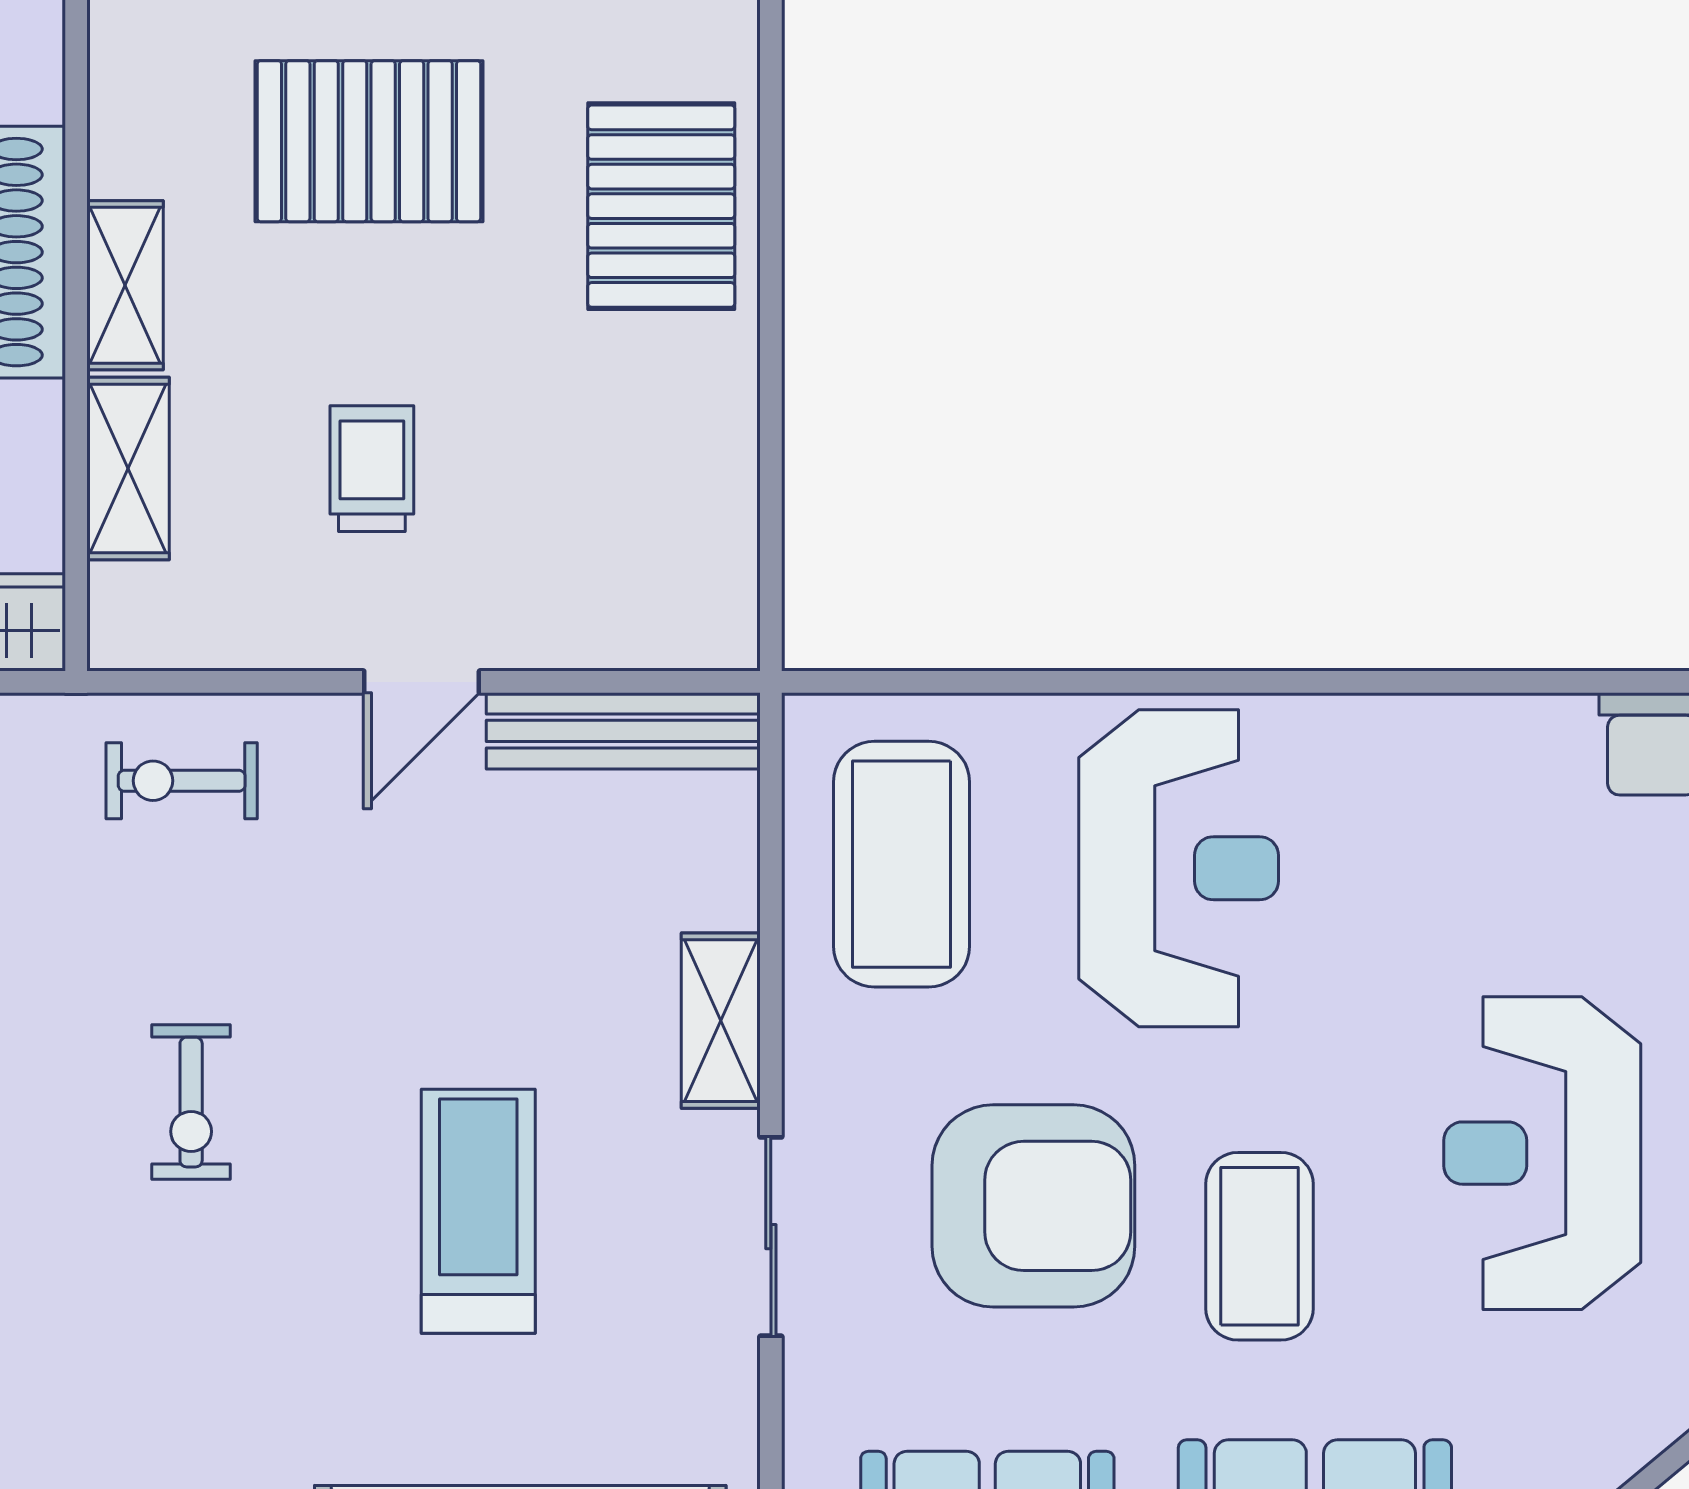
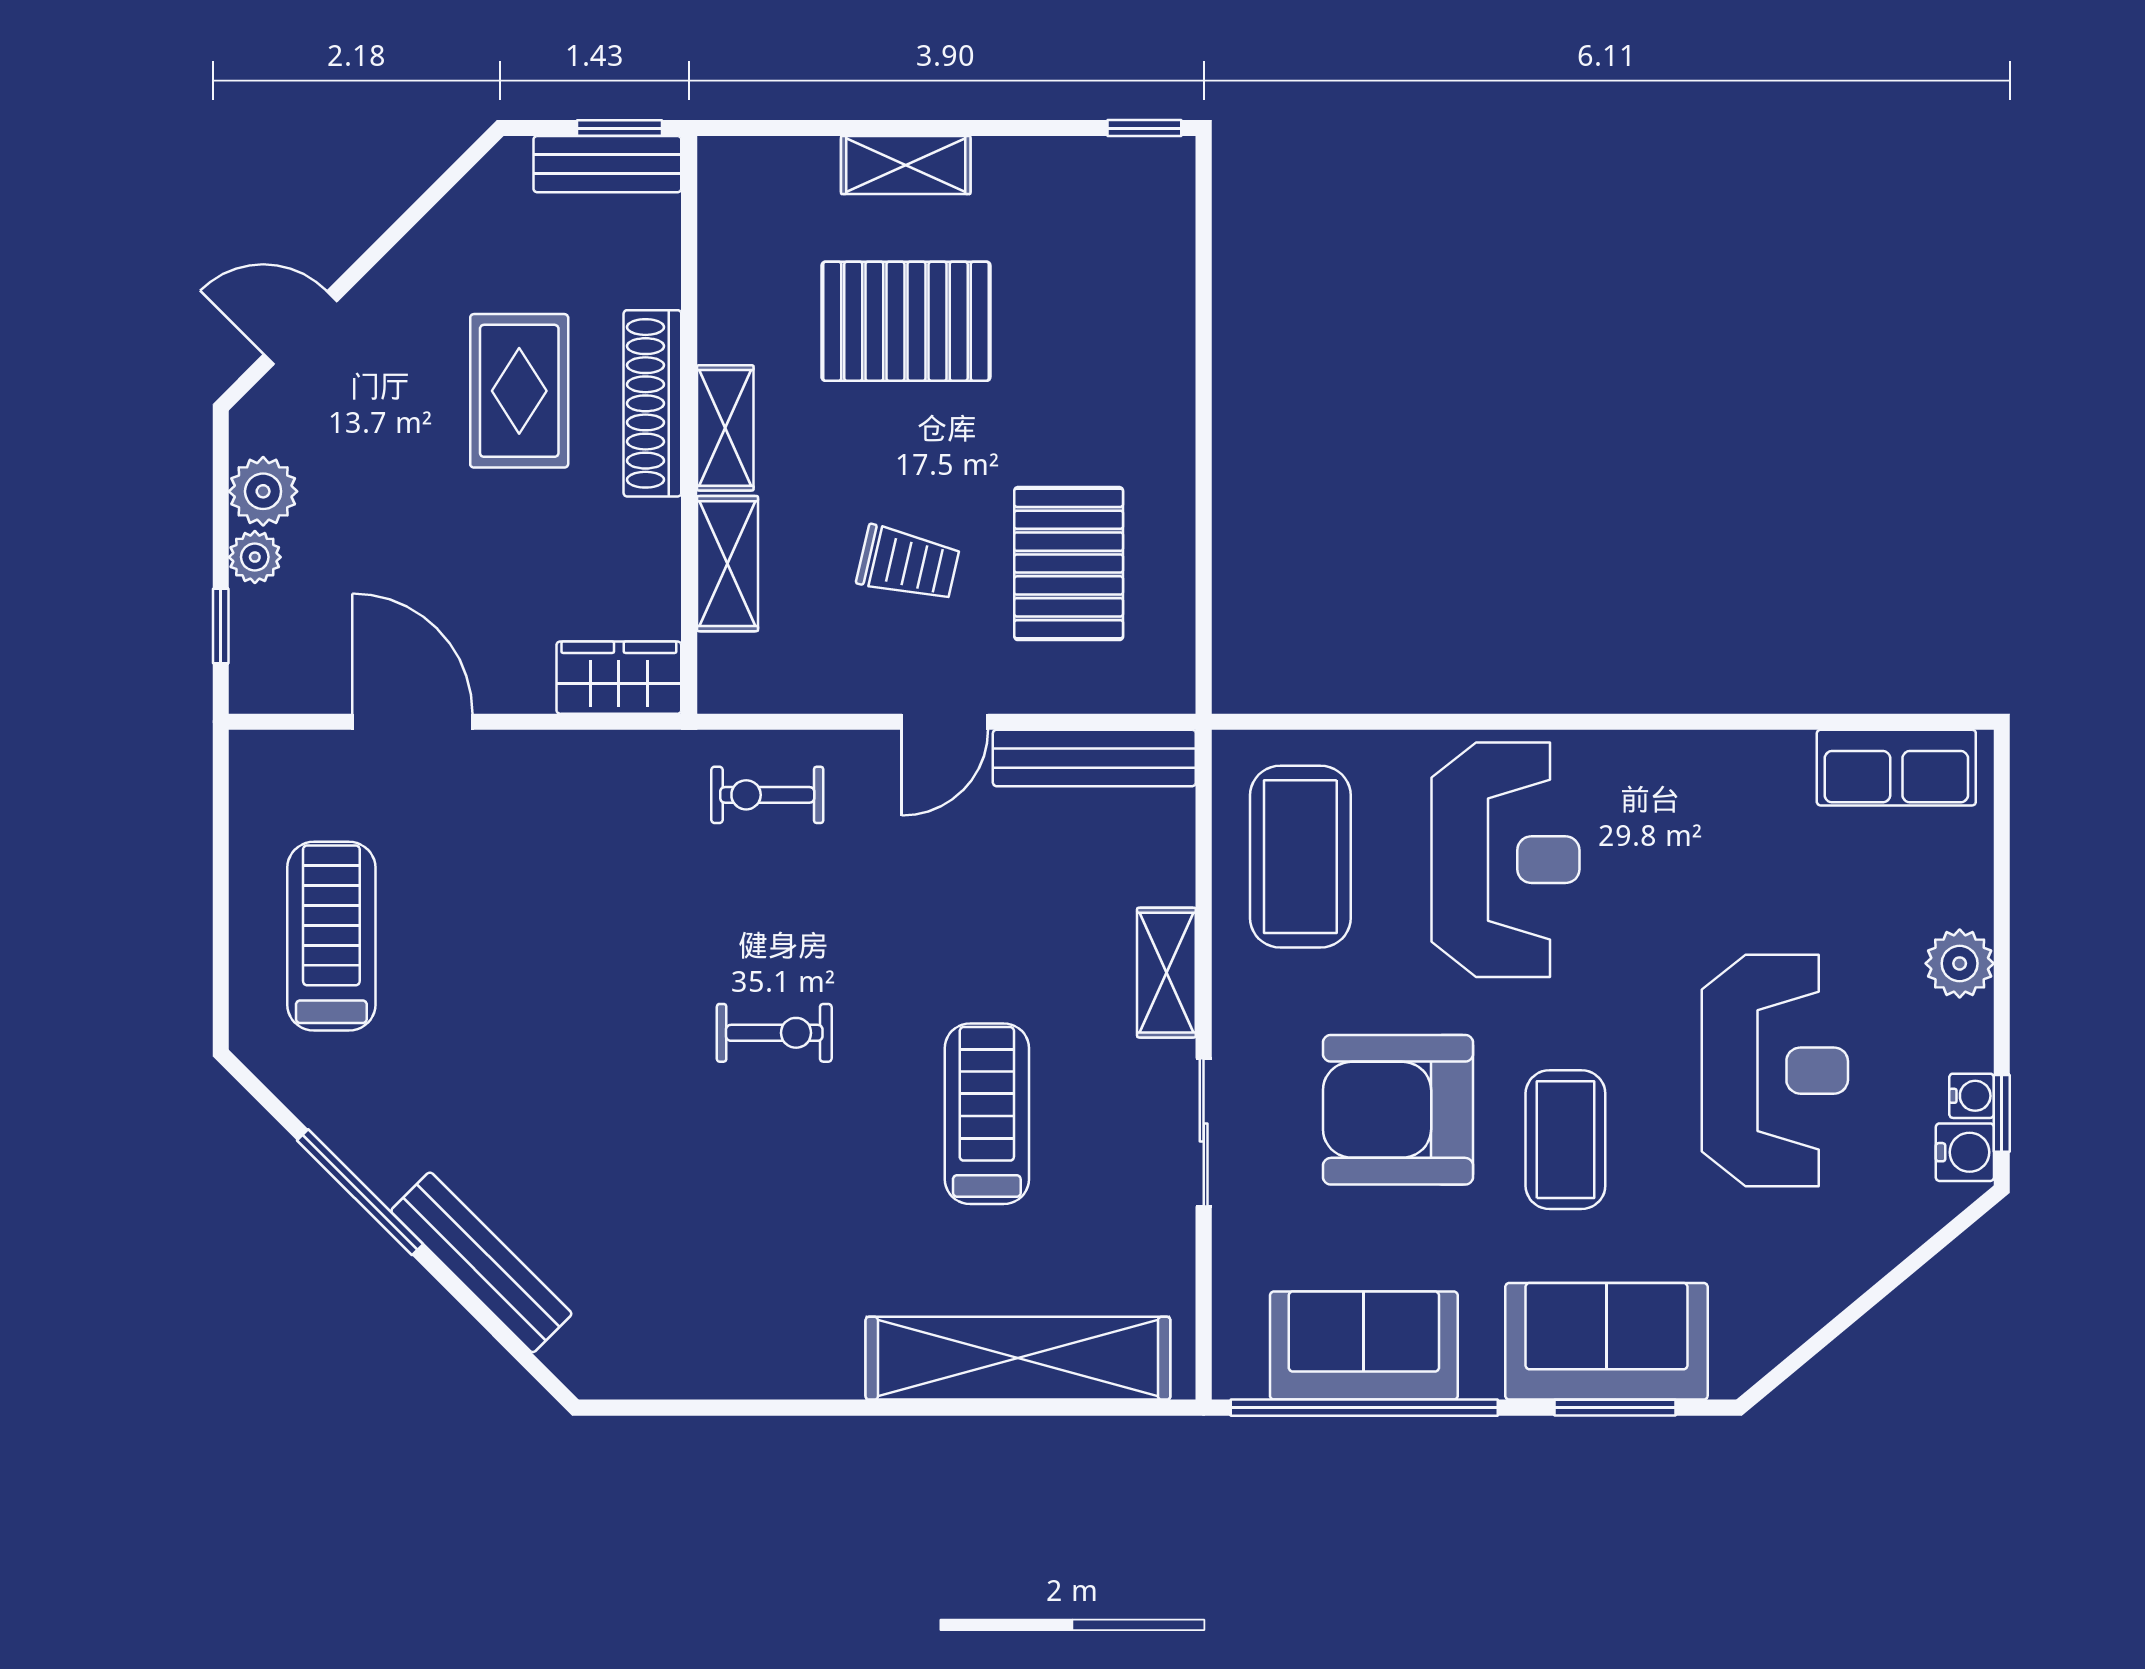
pallet: (661, 206) -> (1069, 564), moved
trolley: (372, 469) -> (908, 564), turned 103
exercise bike: (191, 1102) -> (774, 1033), turned -90
reception desk: (1542, 1153) -> (1775, 1071), turned 180
armchair: (1033, 1206) -> (1398, 1110), turned 180

